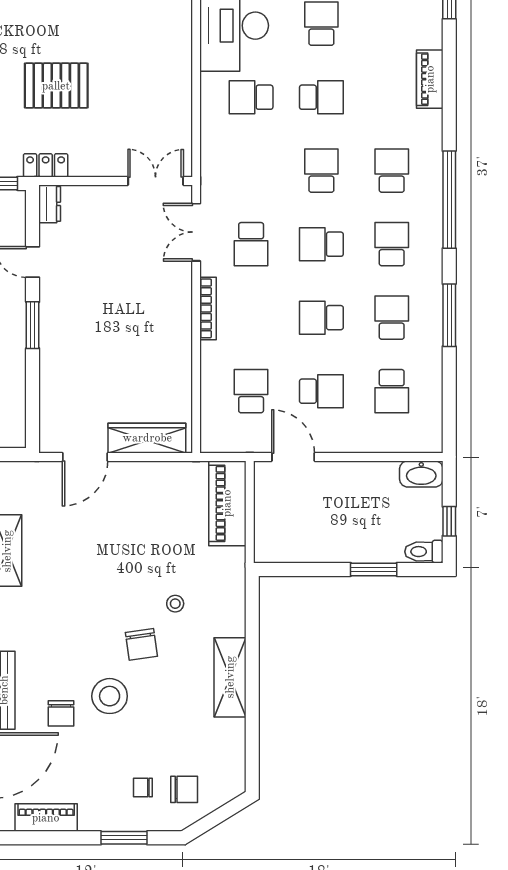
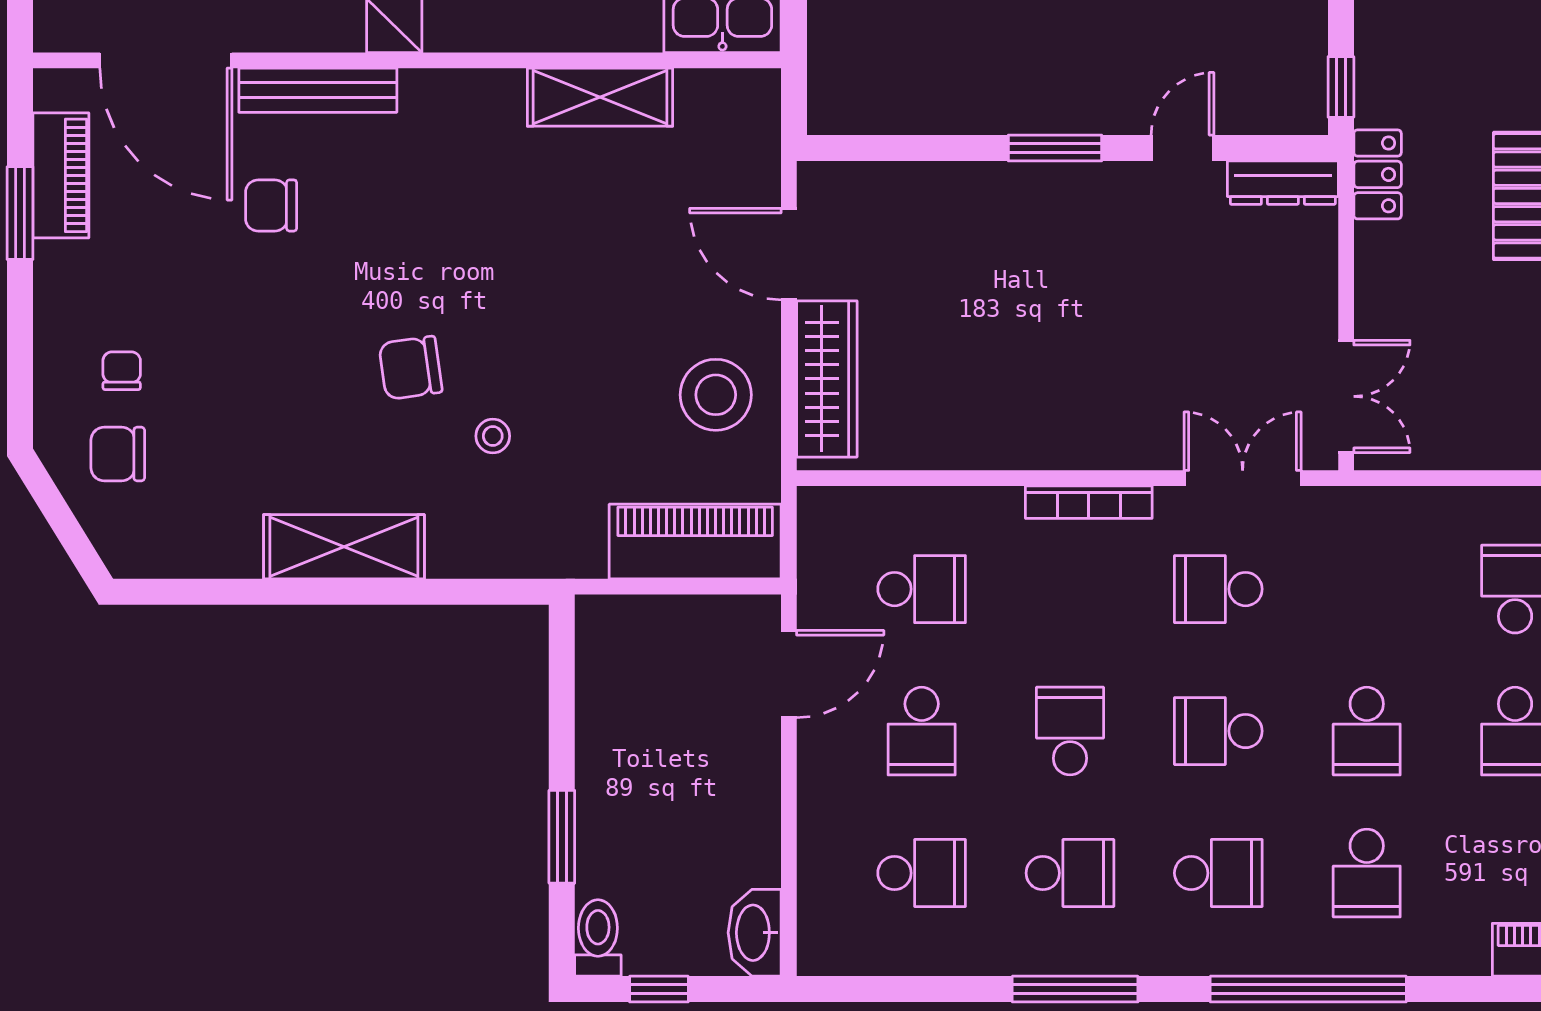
school desk: (321, 171) -> (1367, 731), turned 90
school desk: (392, 171) -> (1367, 873), turned 90
dresser: (50, 204) -> (1283, 183), width x1.44
school desk: (321, 244) -> (1218, 731), turned -90
school desk: (392, 391) -> (922, 873), turned 180
stool: (110, 696) -> (716, 395), moved
chair: (184, 789) -> (118, 454), turned 90
window: (124, 838) -> (20, 213), moved

